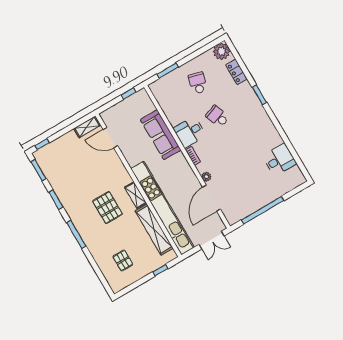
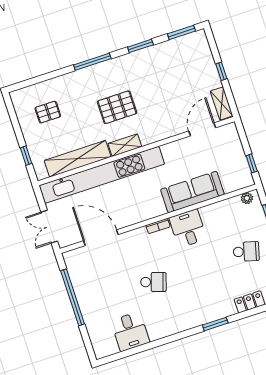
school desk: (217, 116) -> (153, 282), moved, turned 39
window: (42, 144) -> (221, 71), moved
plant: (206, 177) -> (247, 198), moved

